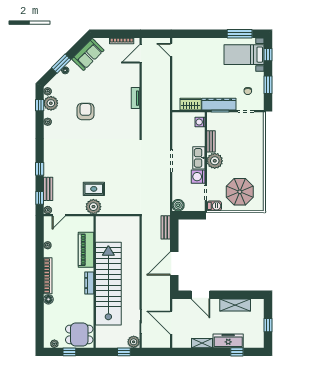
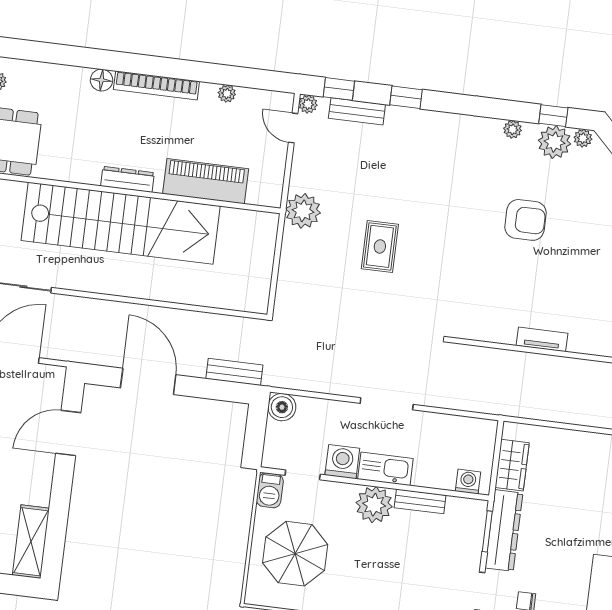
rug: (94, 189) -> (380, 246), moved
shelving: (235, 305) -> (31, 542), moved

